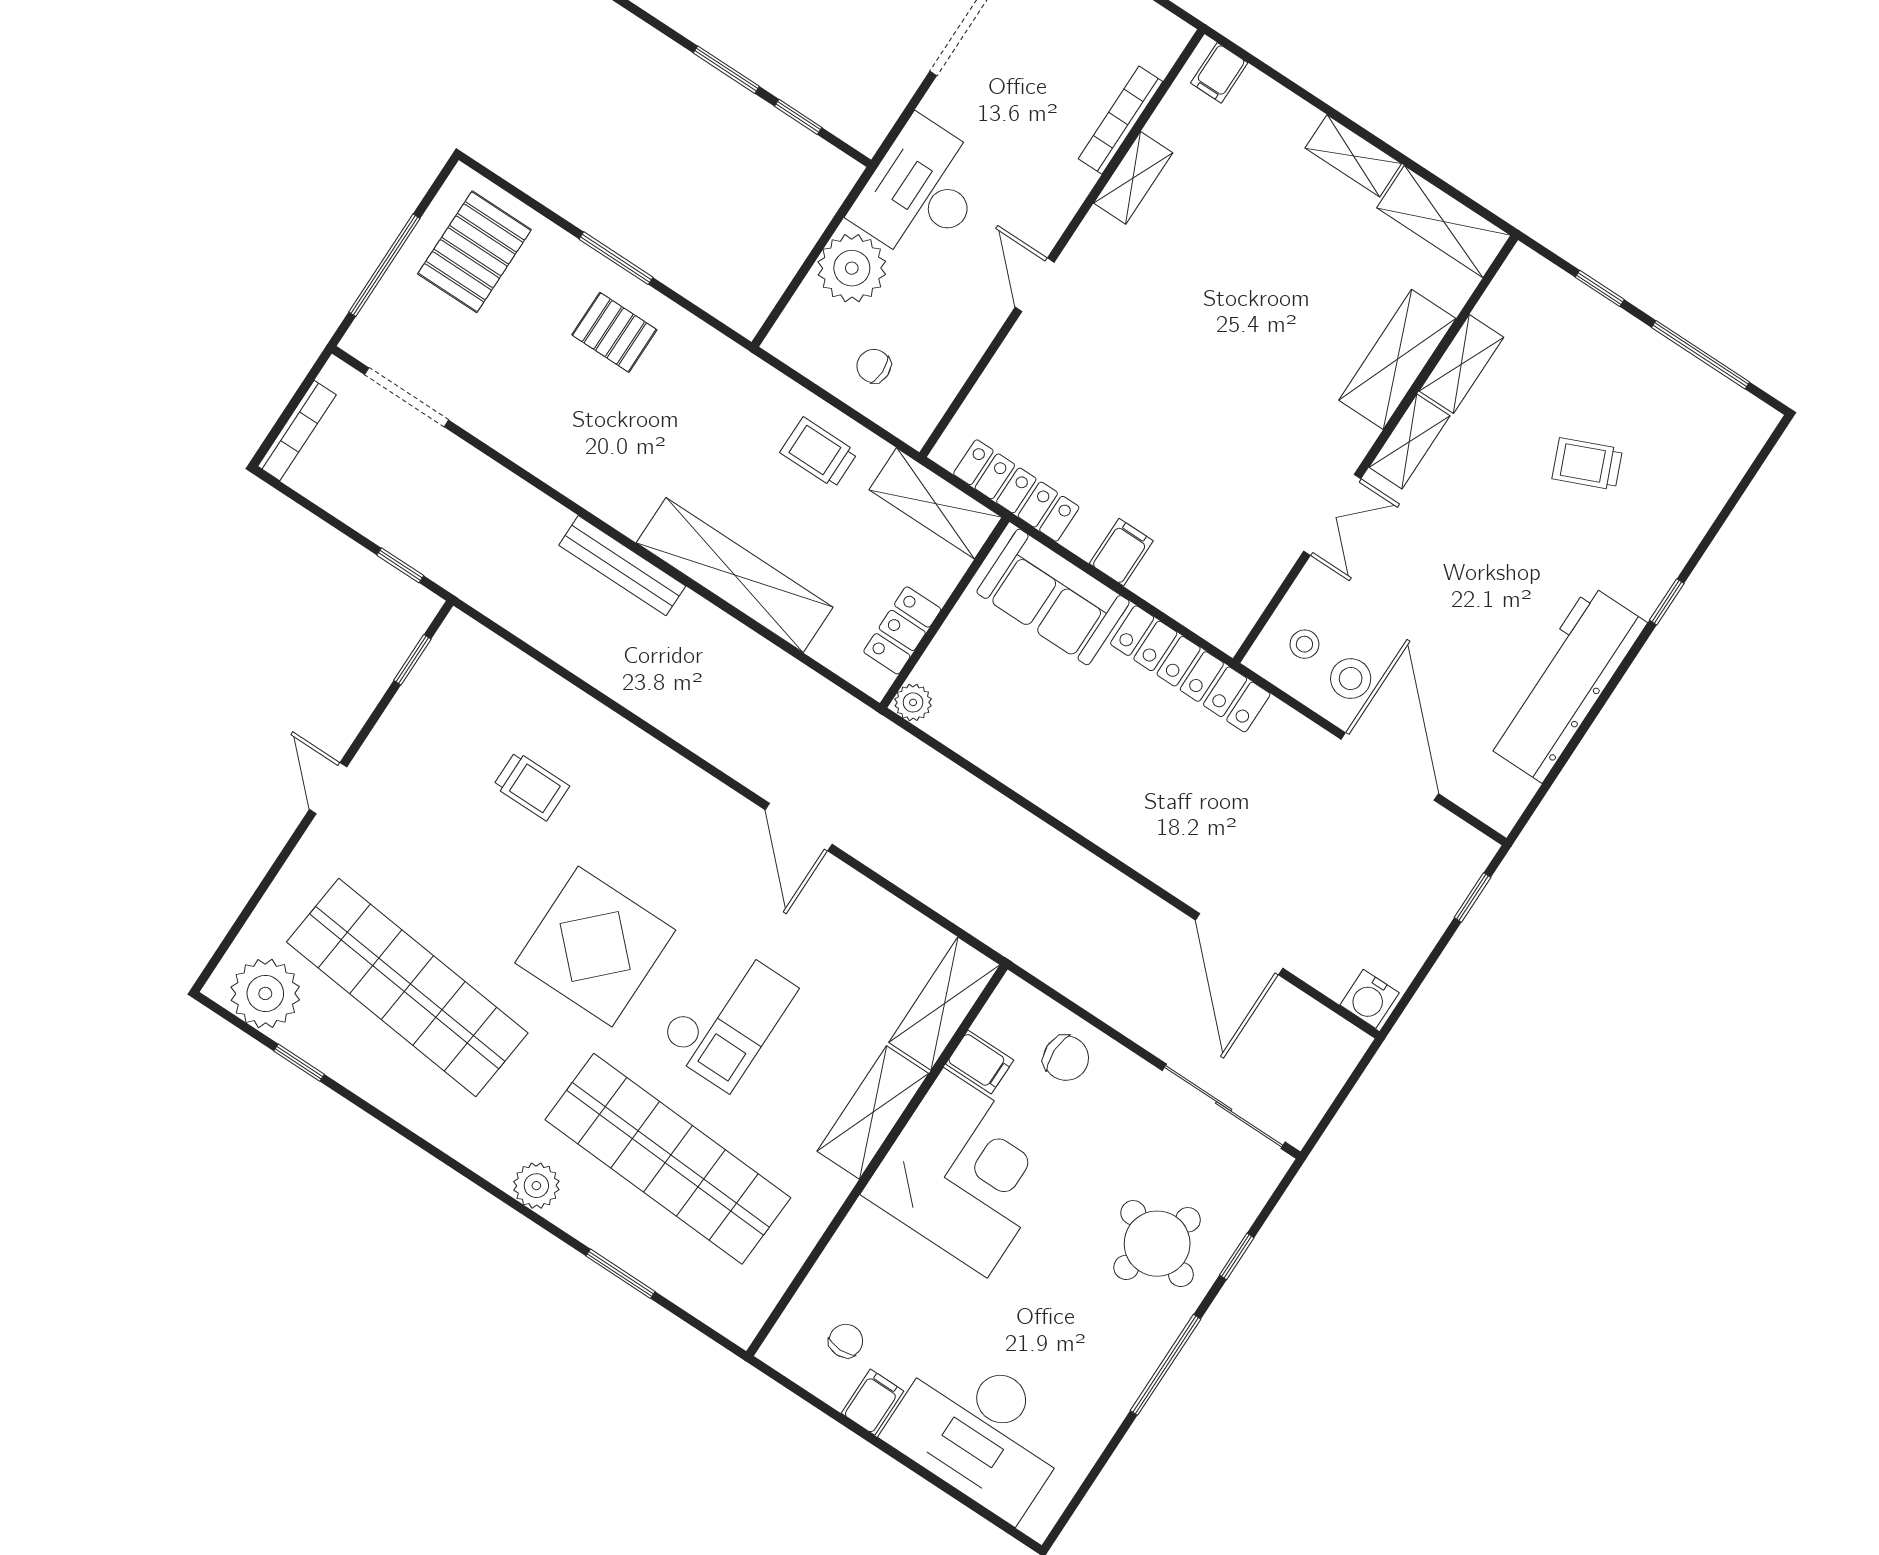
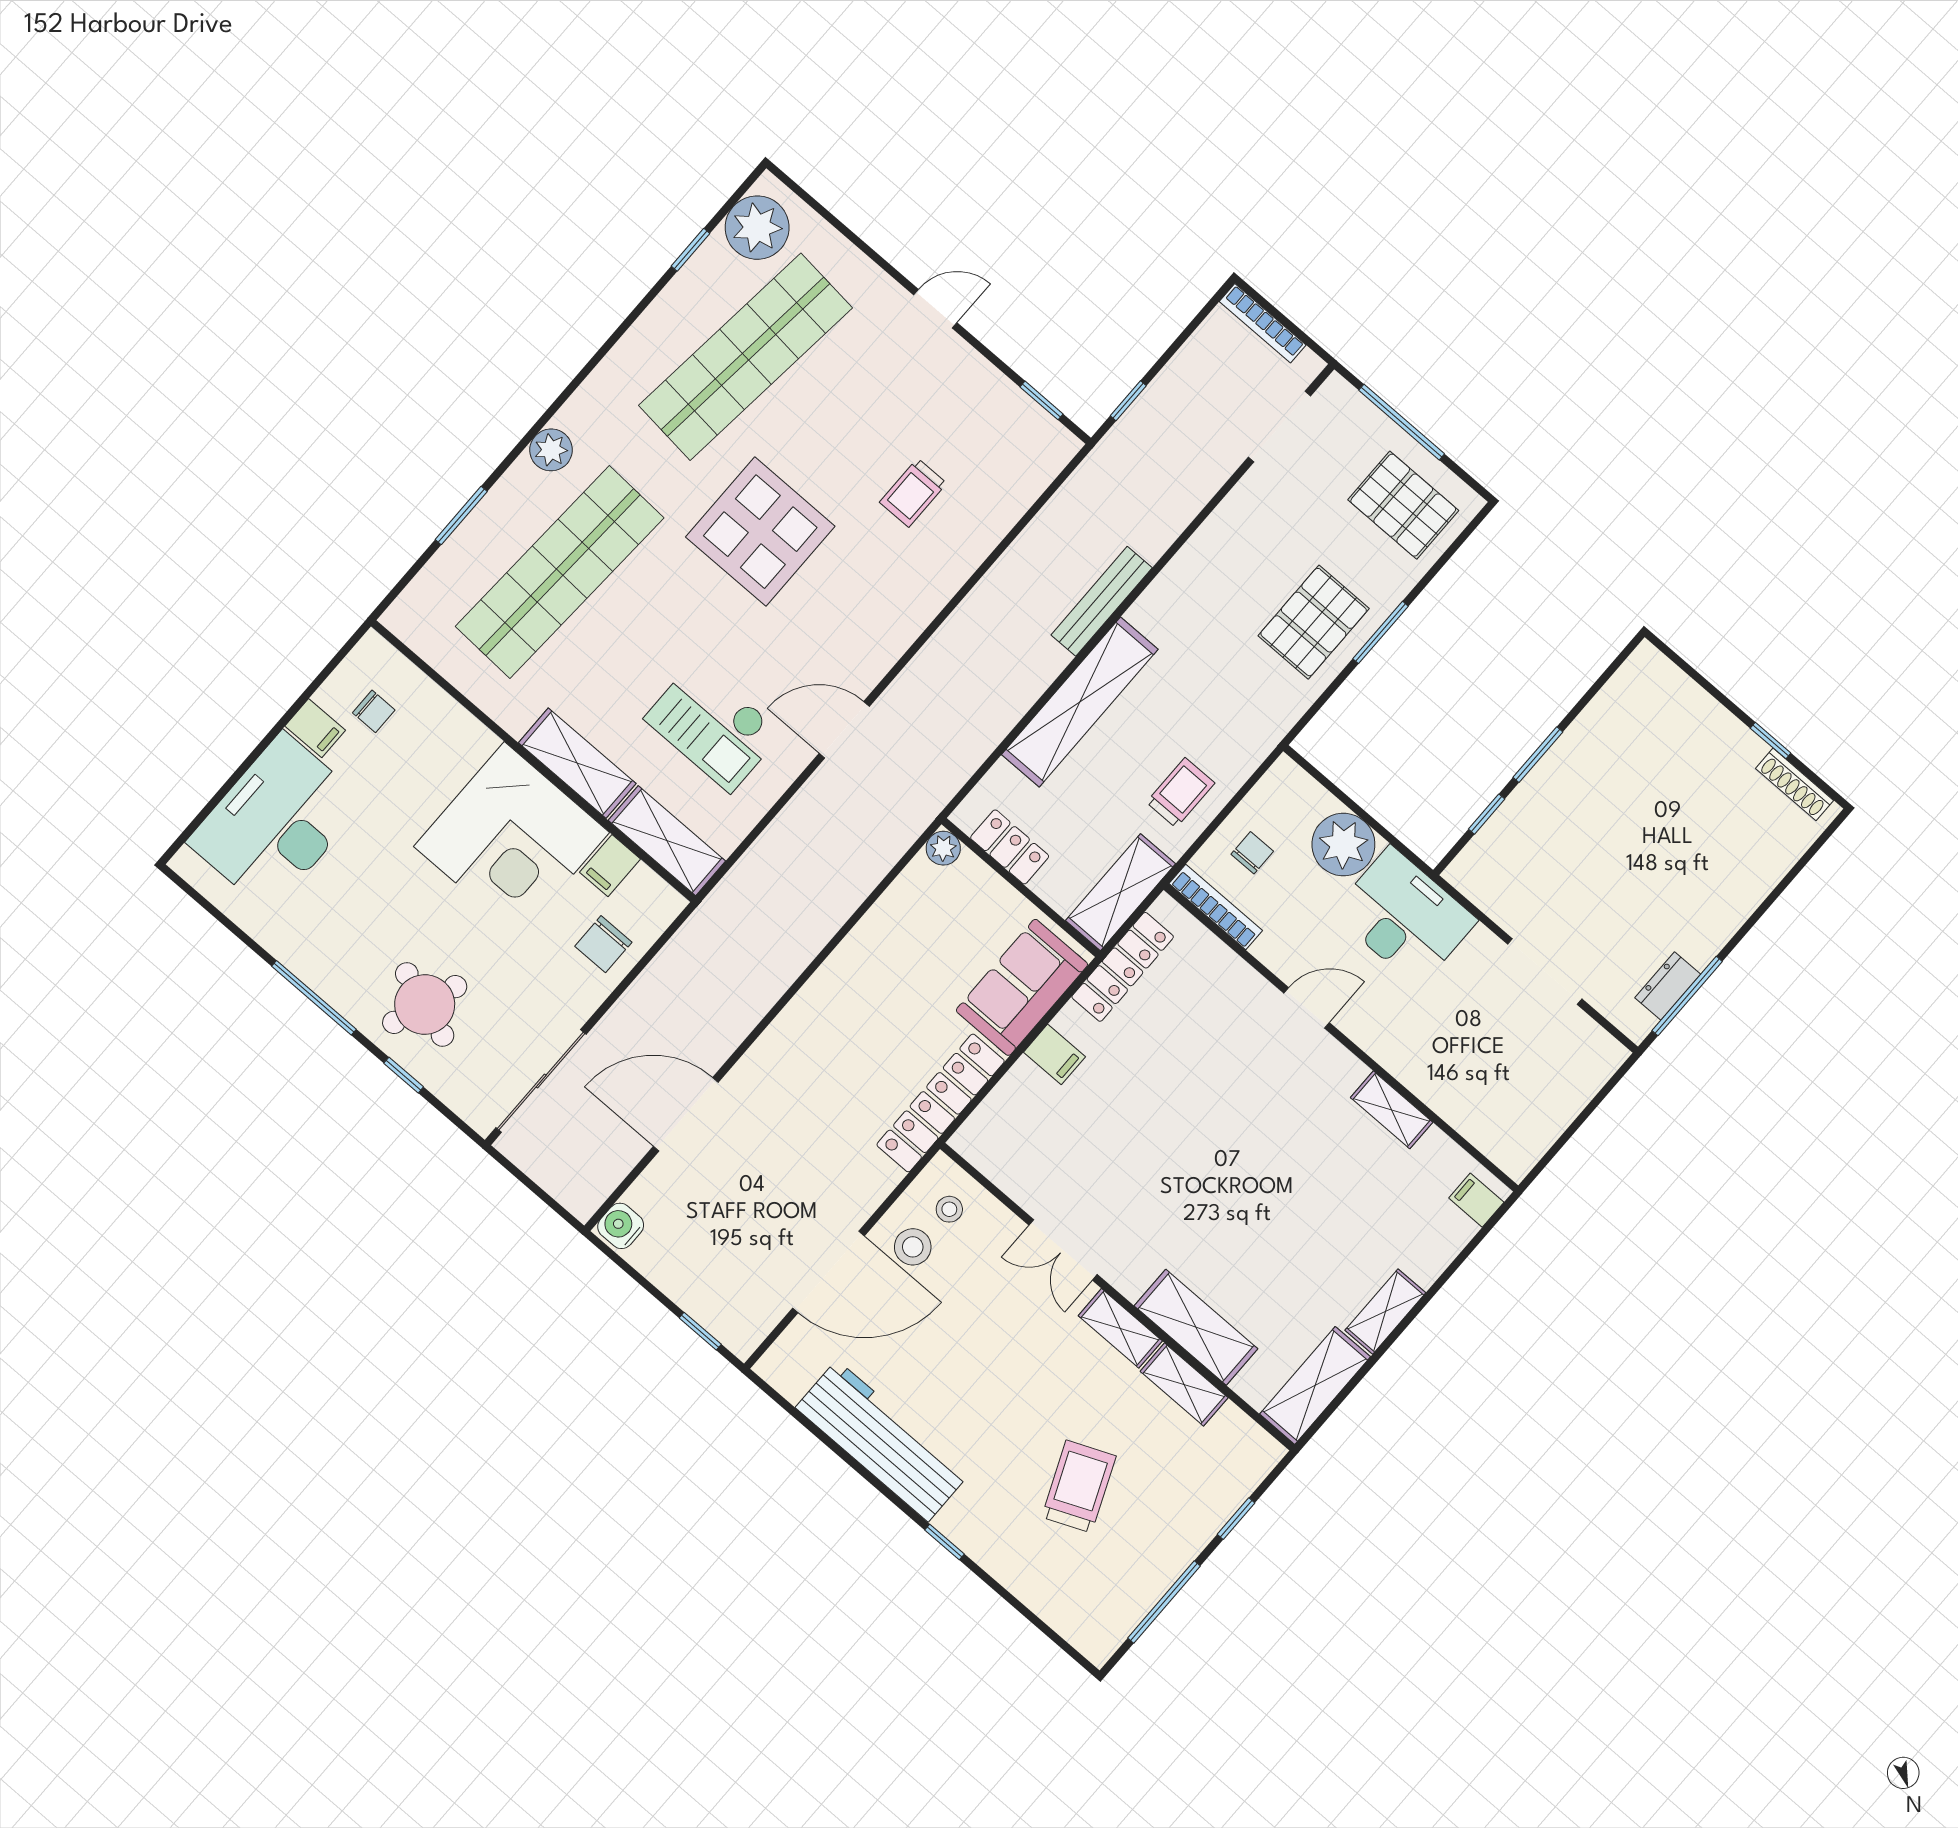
bookcase: (1120, 120) -> (1216, 907), moved
pallet: (614, 332) -> (1314, 622), width x1.50, depth x1.42
trolley: (1587, 464) -> (1079, 1487), width x1.36, depth x1.39
checkout: (727, 1017) -> (713, 726), moved

